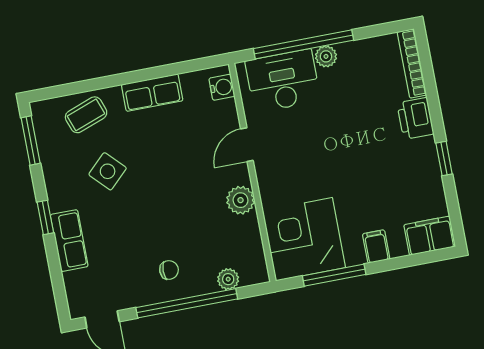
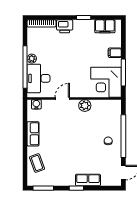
door: (247, 145) -> (62, 98), swing flipped
side table: (108, 171) -> (62, 159), removed
filing cabinet: (430, 236) -> (105, 26), moved, turned -90
plant: (228, 279) -> (117, 117), removed

